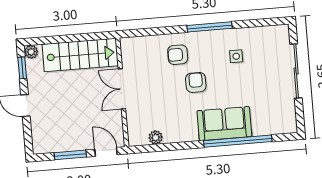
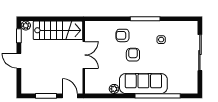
double door: (122, 89) -> (84, 55), swing flipped
sofa: (224, 124) -> (143, 84), width x1.36
plant: (156, 137) -> (114, 89), moved

